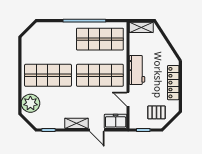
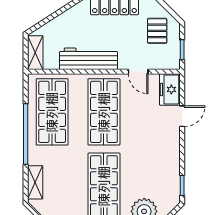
workbench: (137, 70) -> (88, 59), width x1.38
door: (128, 99) -> (138, 72), hinge flipped
shelving: (76, 123) -> (35, 182), moved

